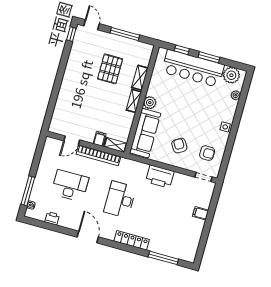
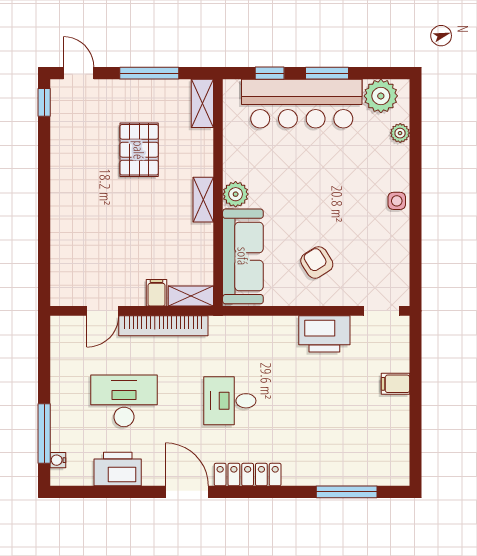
shelving: (140, 78) -> (202, 103), moved
armchair: (207, 153) -> (375, 262), removed
printer: (160, 177) -> (324, 334), moved
desk: (120, 200) -> (230, 401), width x0.73
printer: (52, 218) -> (118, 469), width x1.87, depth x1.48
locker: (132, 240) -> (248, 475), moved

